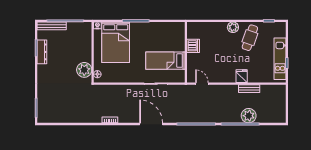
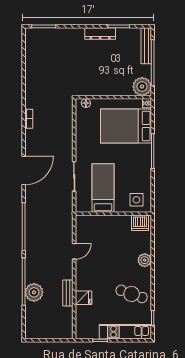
plant: (233, 27) -> (145, 260), moved
side table: (175, 34) -> (136, 200), added
dishwasher: (193, 46) -> (140, 223), moved
dresser: (42, 52) -> (100, 34), moved
kitchen unit: (280, 59) -> (125, 332), moved
plant: (84, 70) -> (142, 87), moved
fridge: (242, 76) -> (84, 298), moved
door: (202, 84) -> (74, 251), moved

